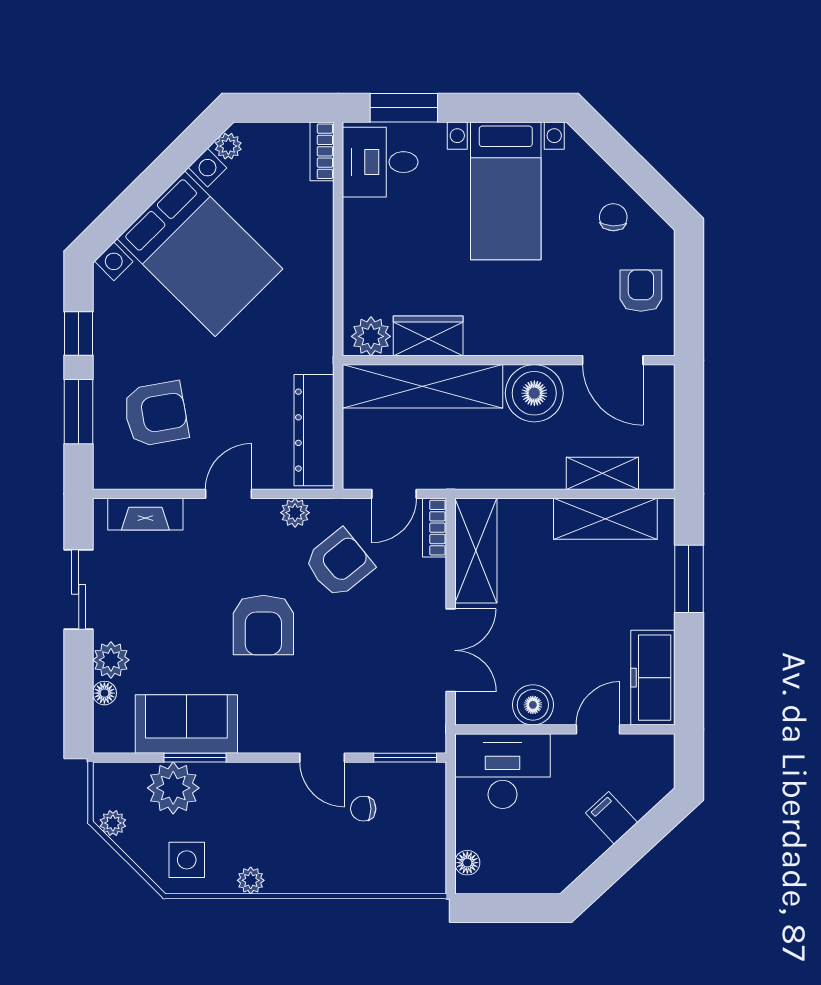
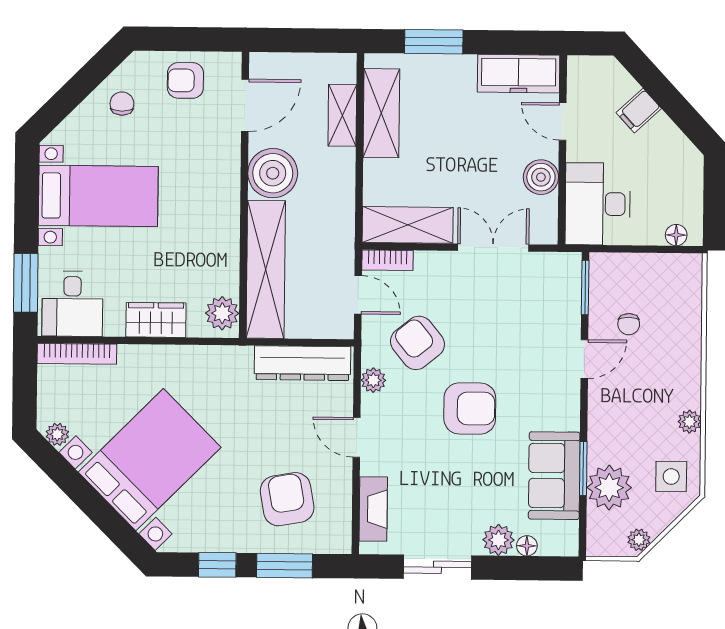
bookcase: (322, 151) -> (77, 354), width x1.56
chair: (613, 217) -> (122, 104), turned 88
wardrobe: (428, 336) -> (156, 320), moved, turned 90

